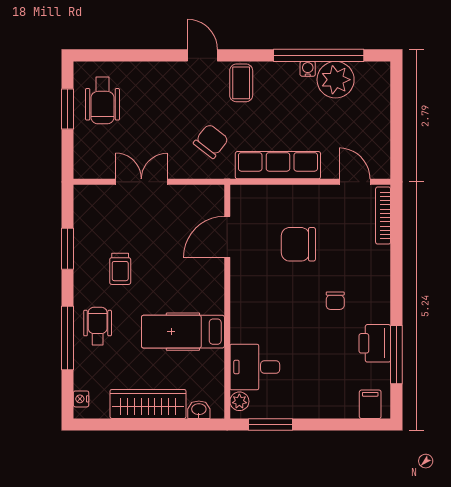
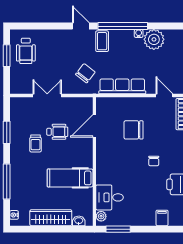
window: (319, 55) -> (123, 26), moved
wheelchair: (98, 326) -> (57, 132), moved, turned 90
filing cabinet: (370, 404) -> (162, 218), moved

